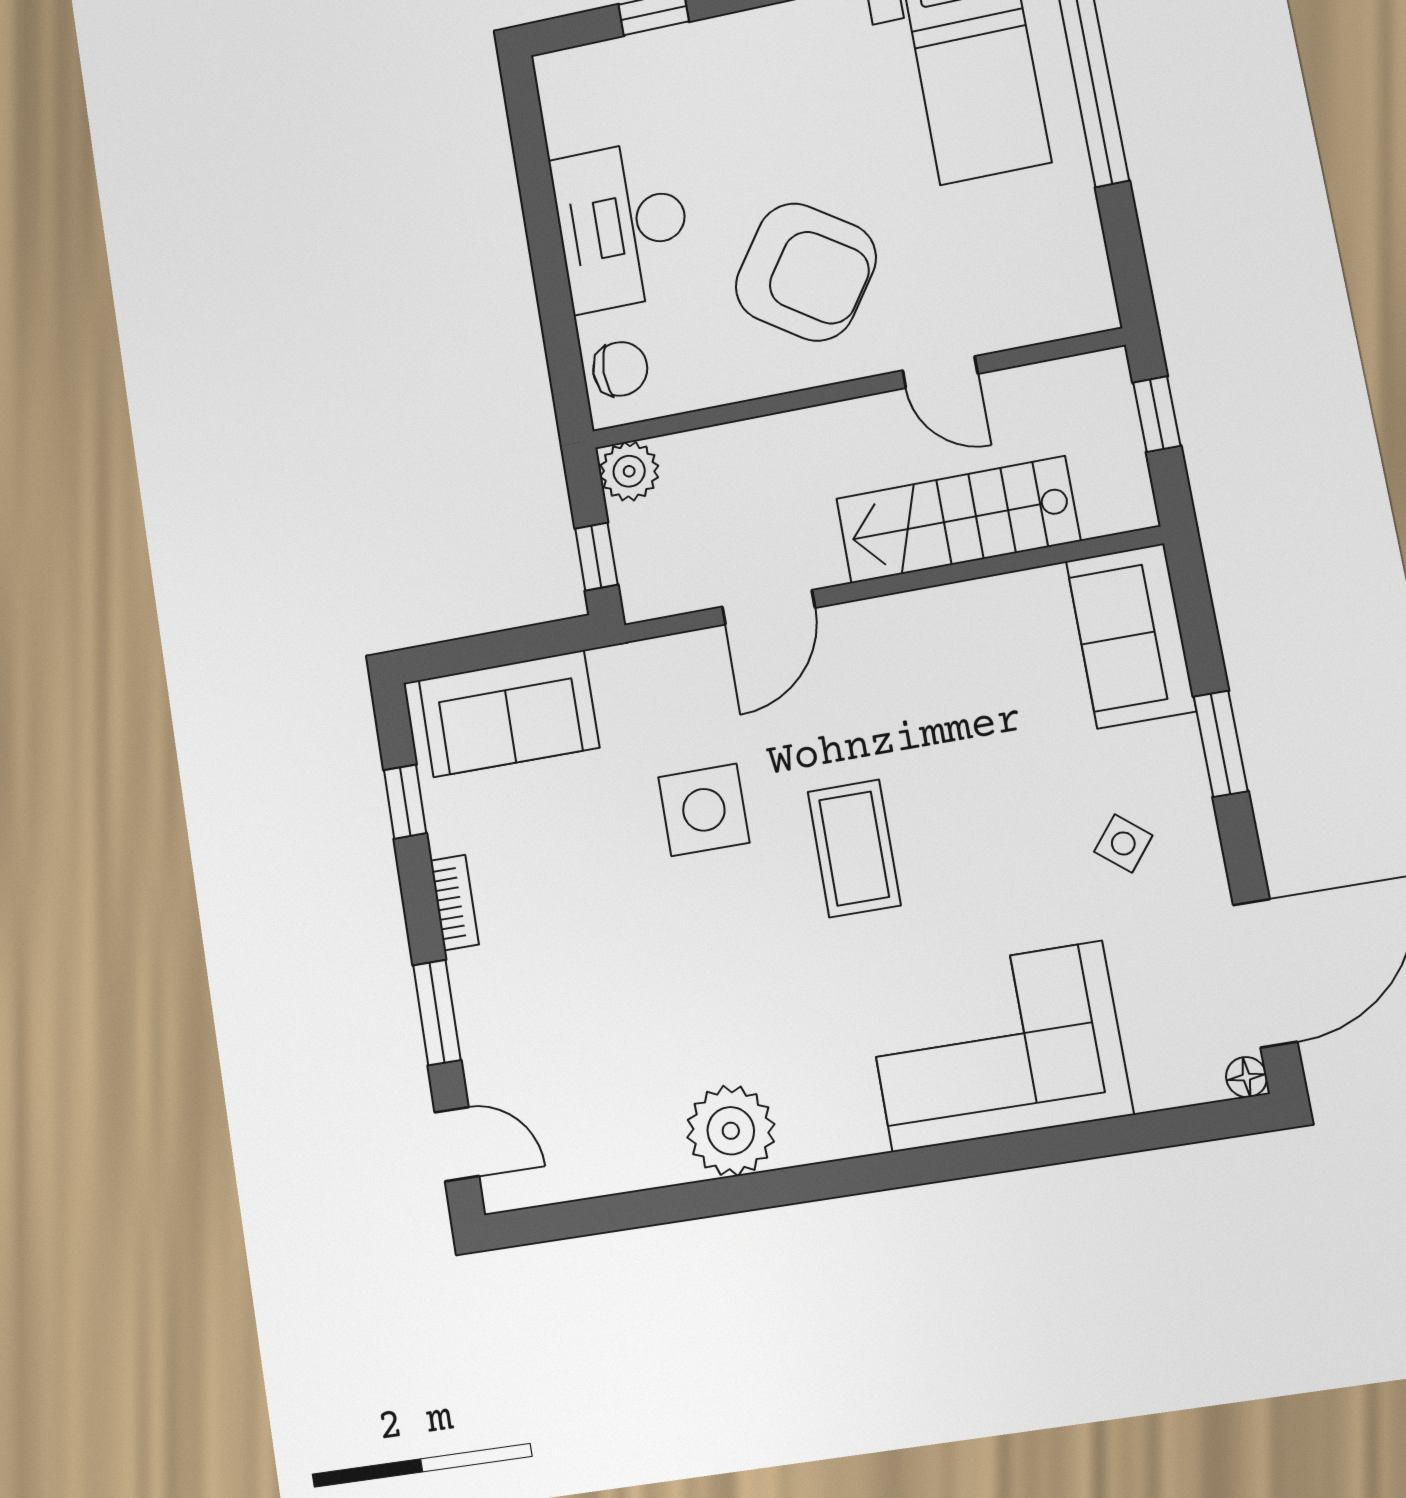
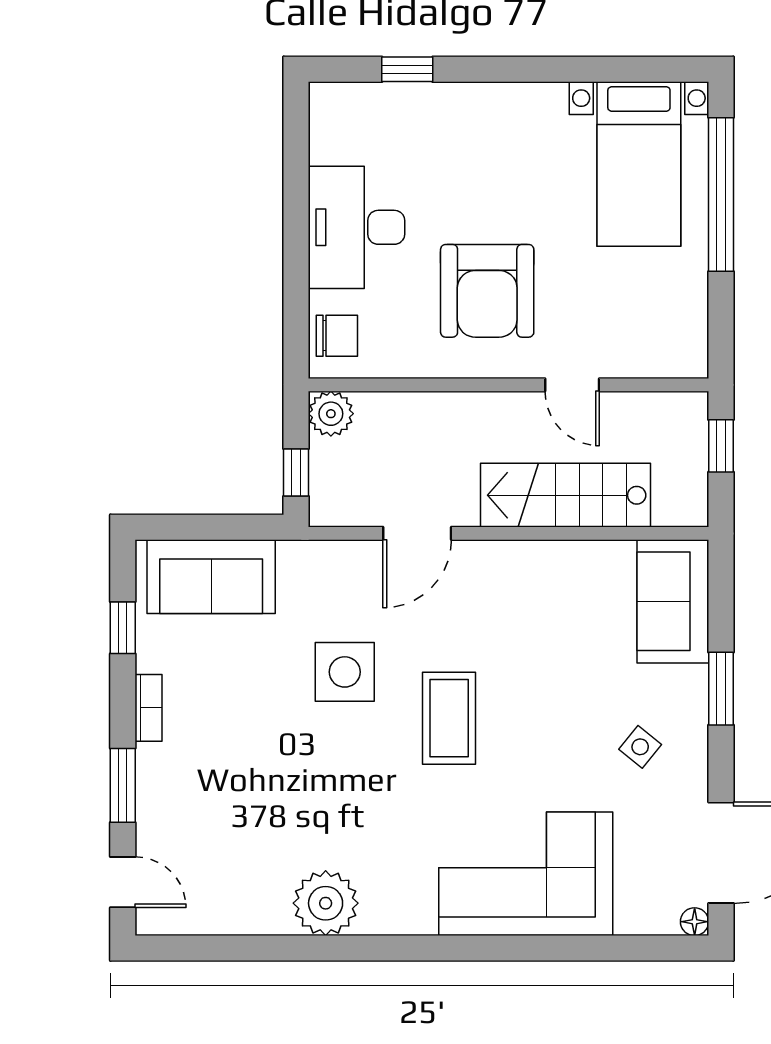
armchair: (806, 272) -> (487, 291), turned 56

